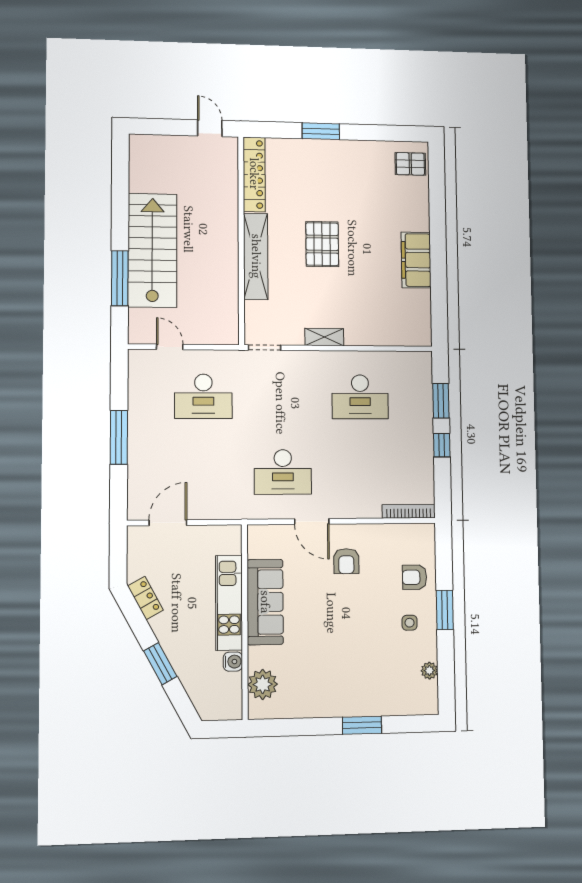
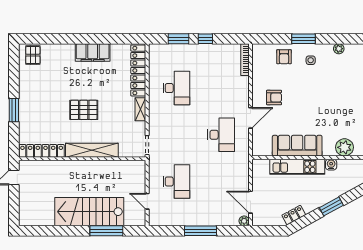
locker: (388, 334) -> (138, 71), added
door: (170, 347) -> (147, 201), hinge flipped
plant: (135, 512) -> (244, 221), added

